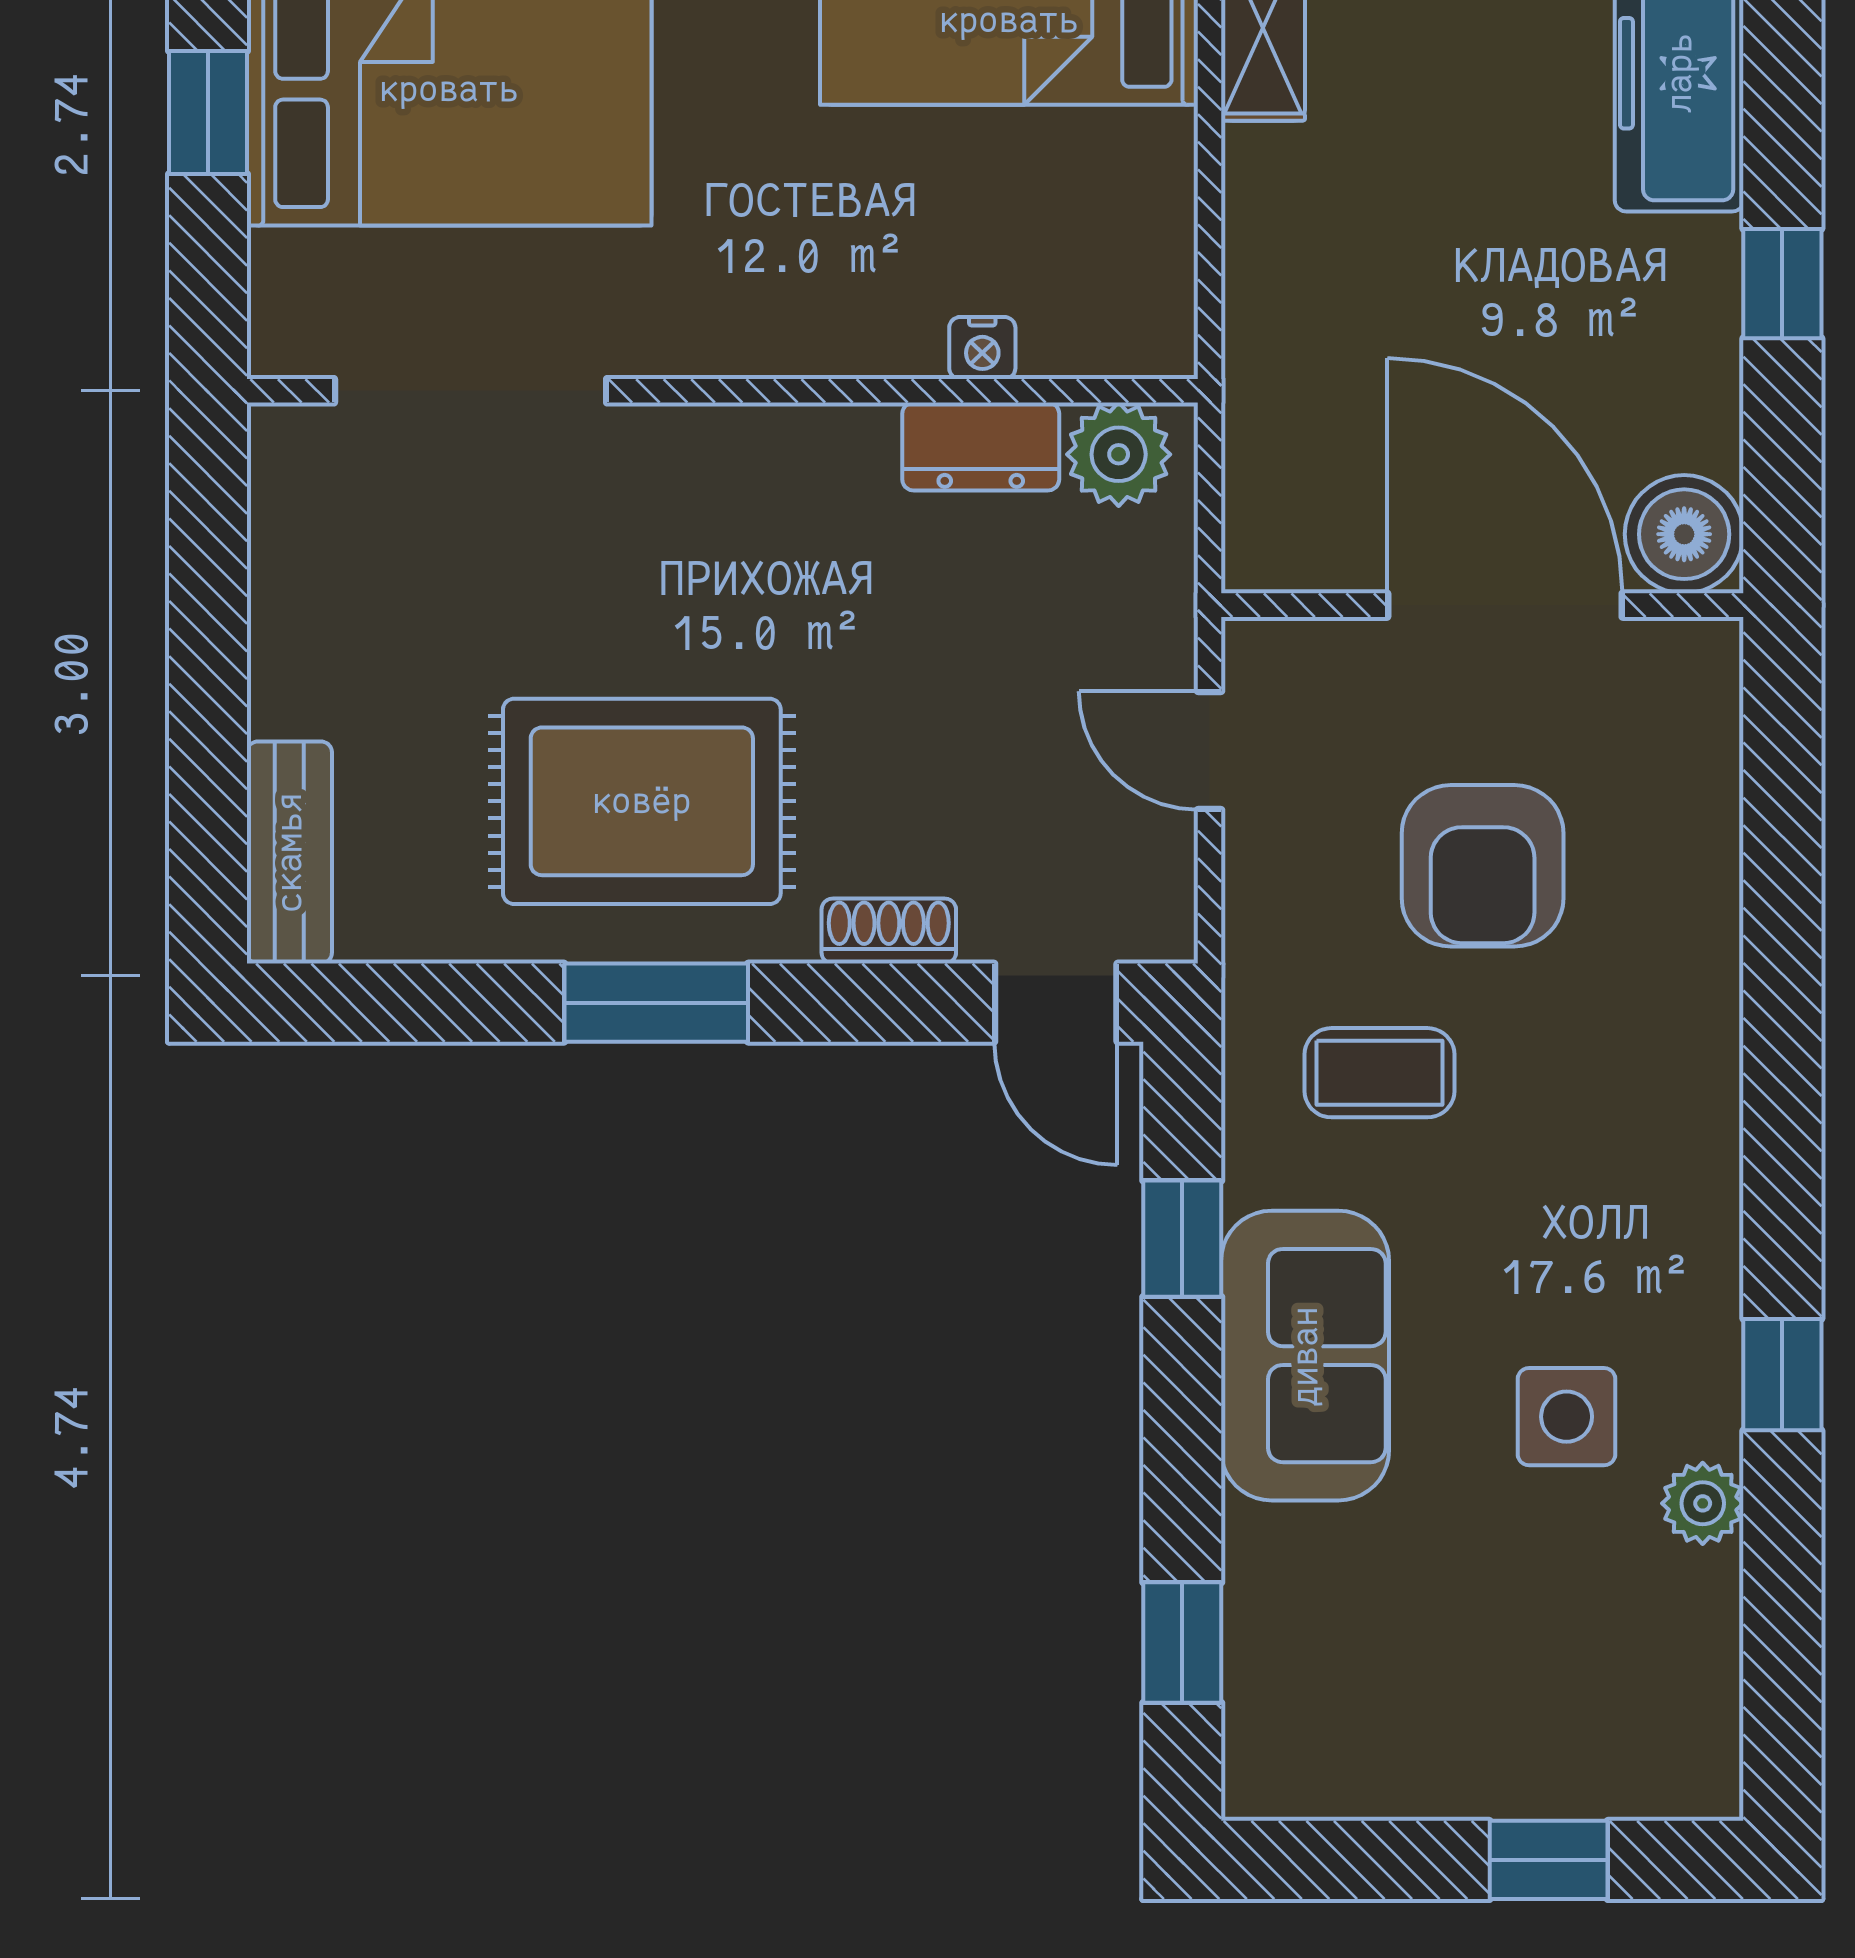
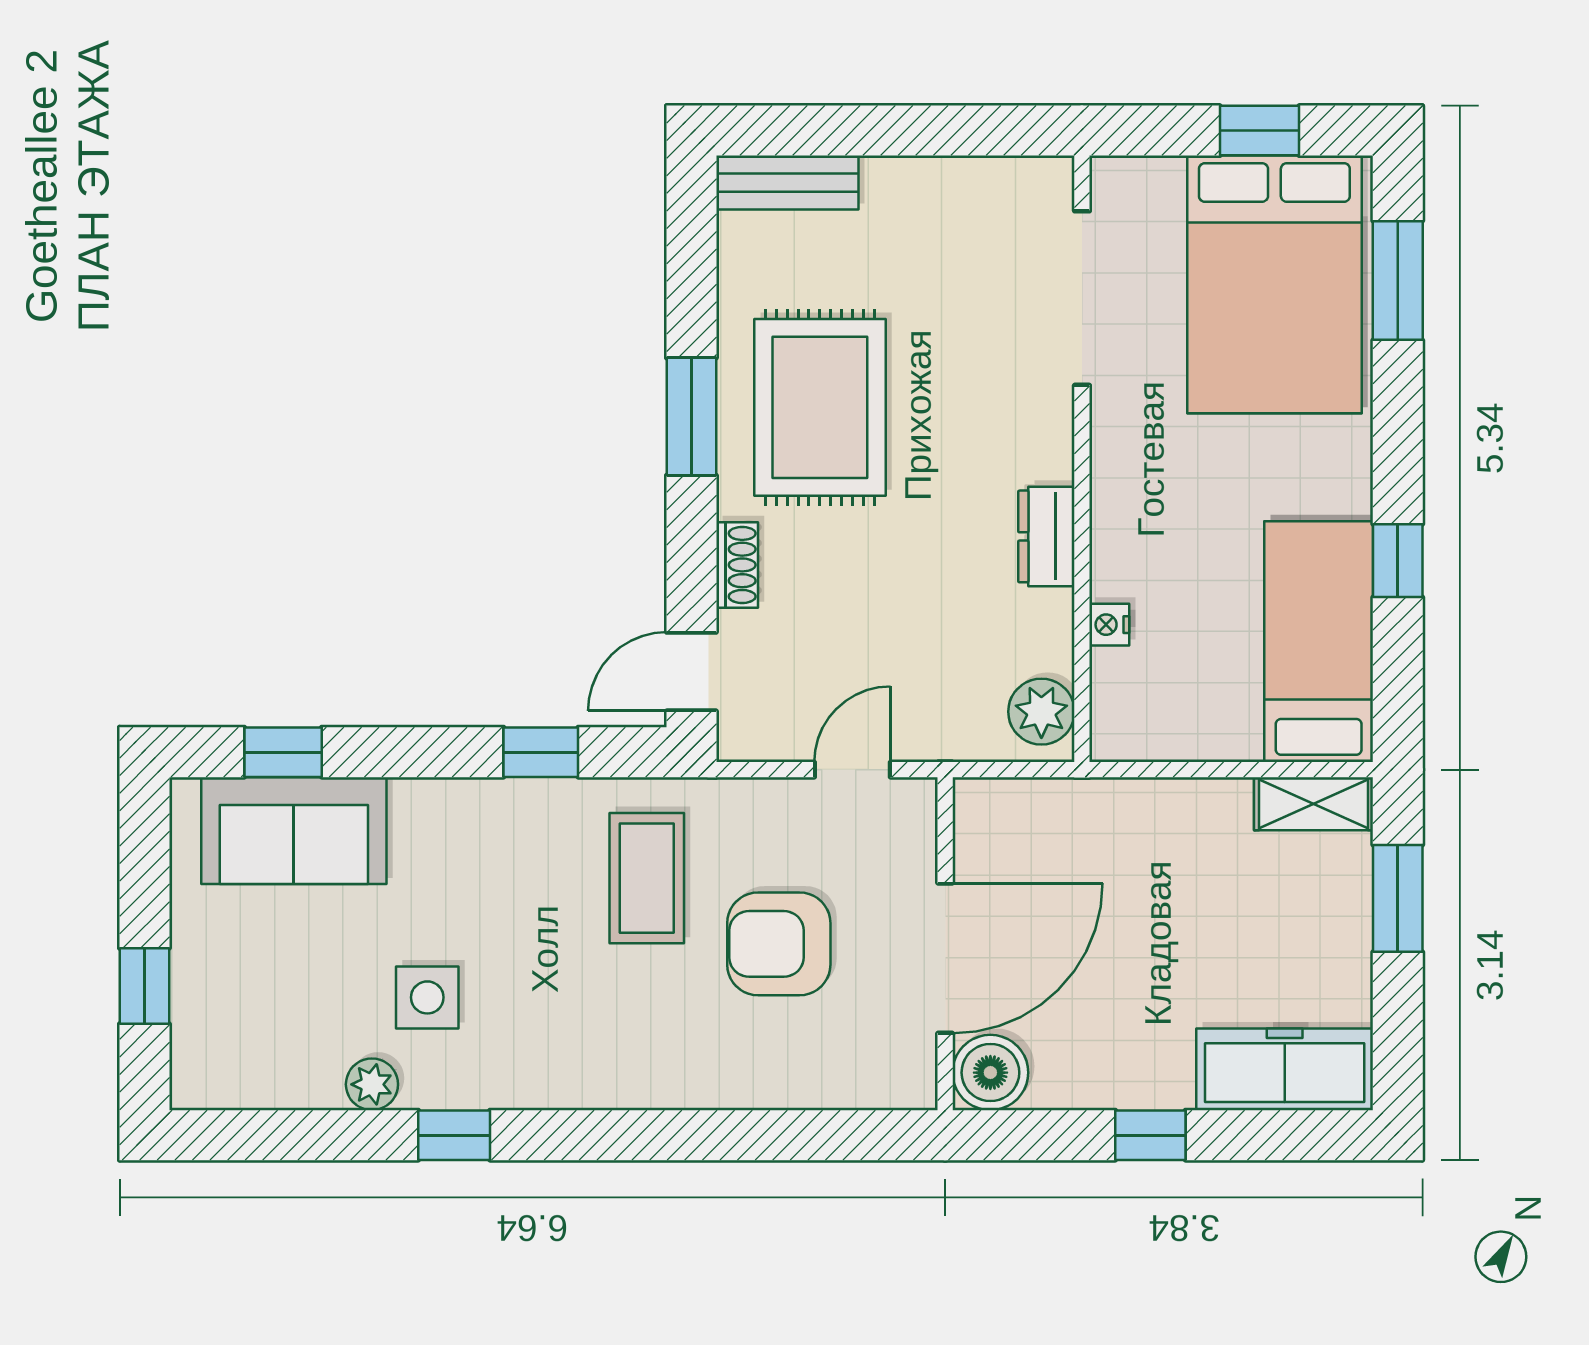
dresser: (981, 447) -> (1046, 536), moved
coffee table: (1379, 1073) -> (647, 878), width x1.36, depth x1.30
sofa: (1305, 1356) -> (294, 831), moved

